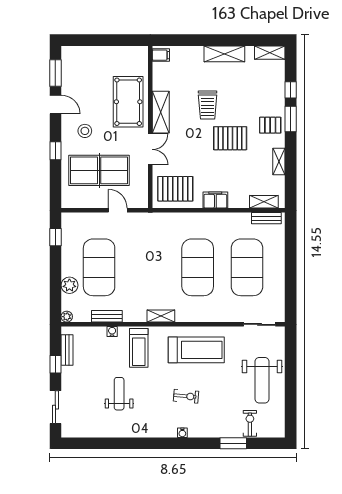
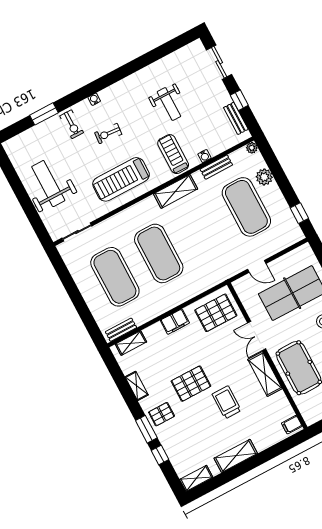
shelving: (161, 316) -> (176, 191), width x1.50, depth x1.33
exercise bike: (250, 423) -> (72, 124), moved

